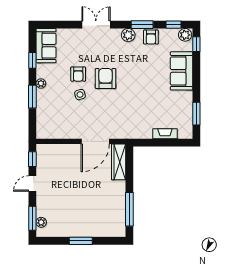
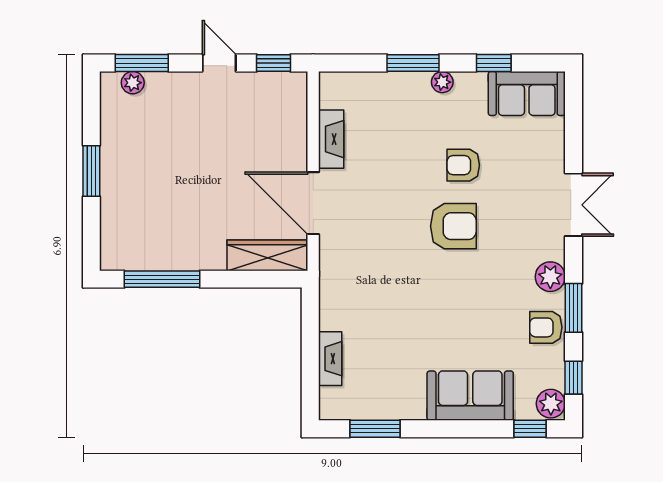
side table: (80, 95) -> (418, 169), removed
fireplace: (66, 133) -> (331, 139), added

